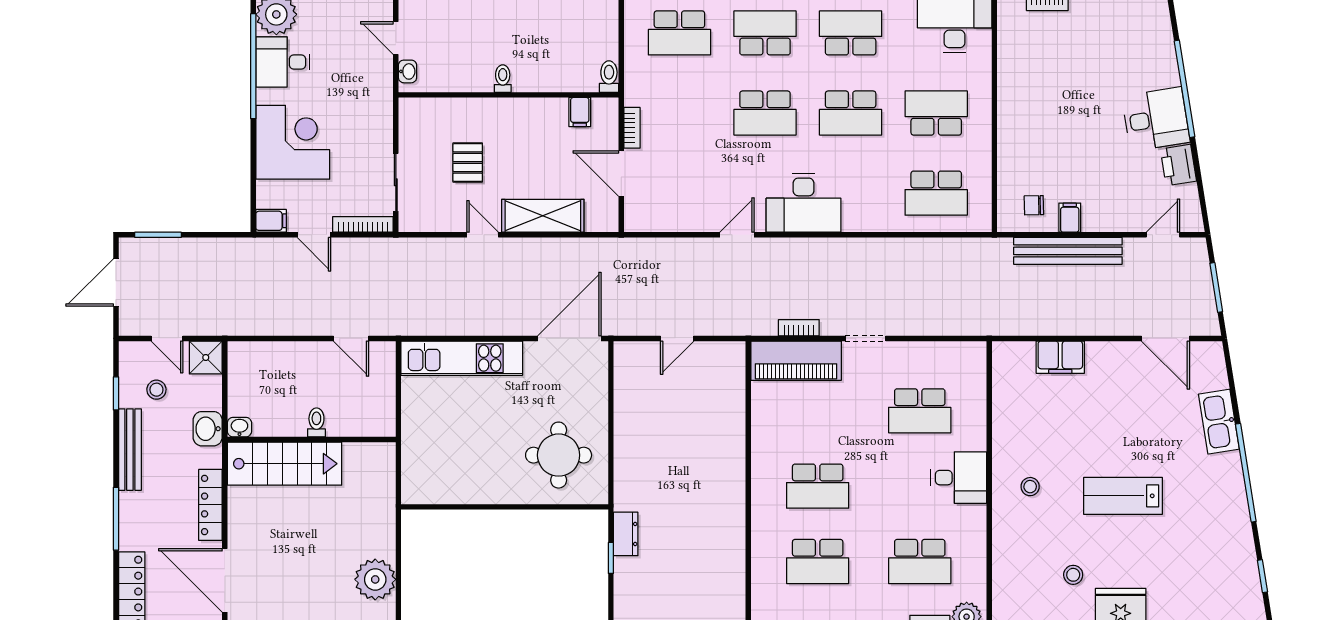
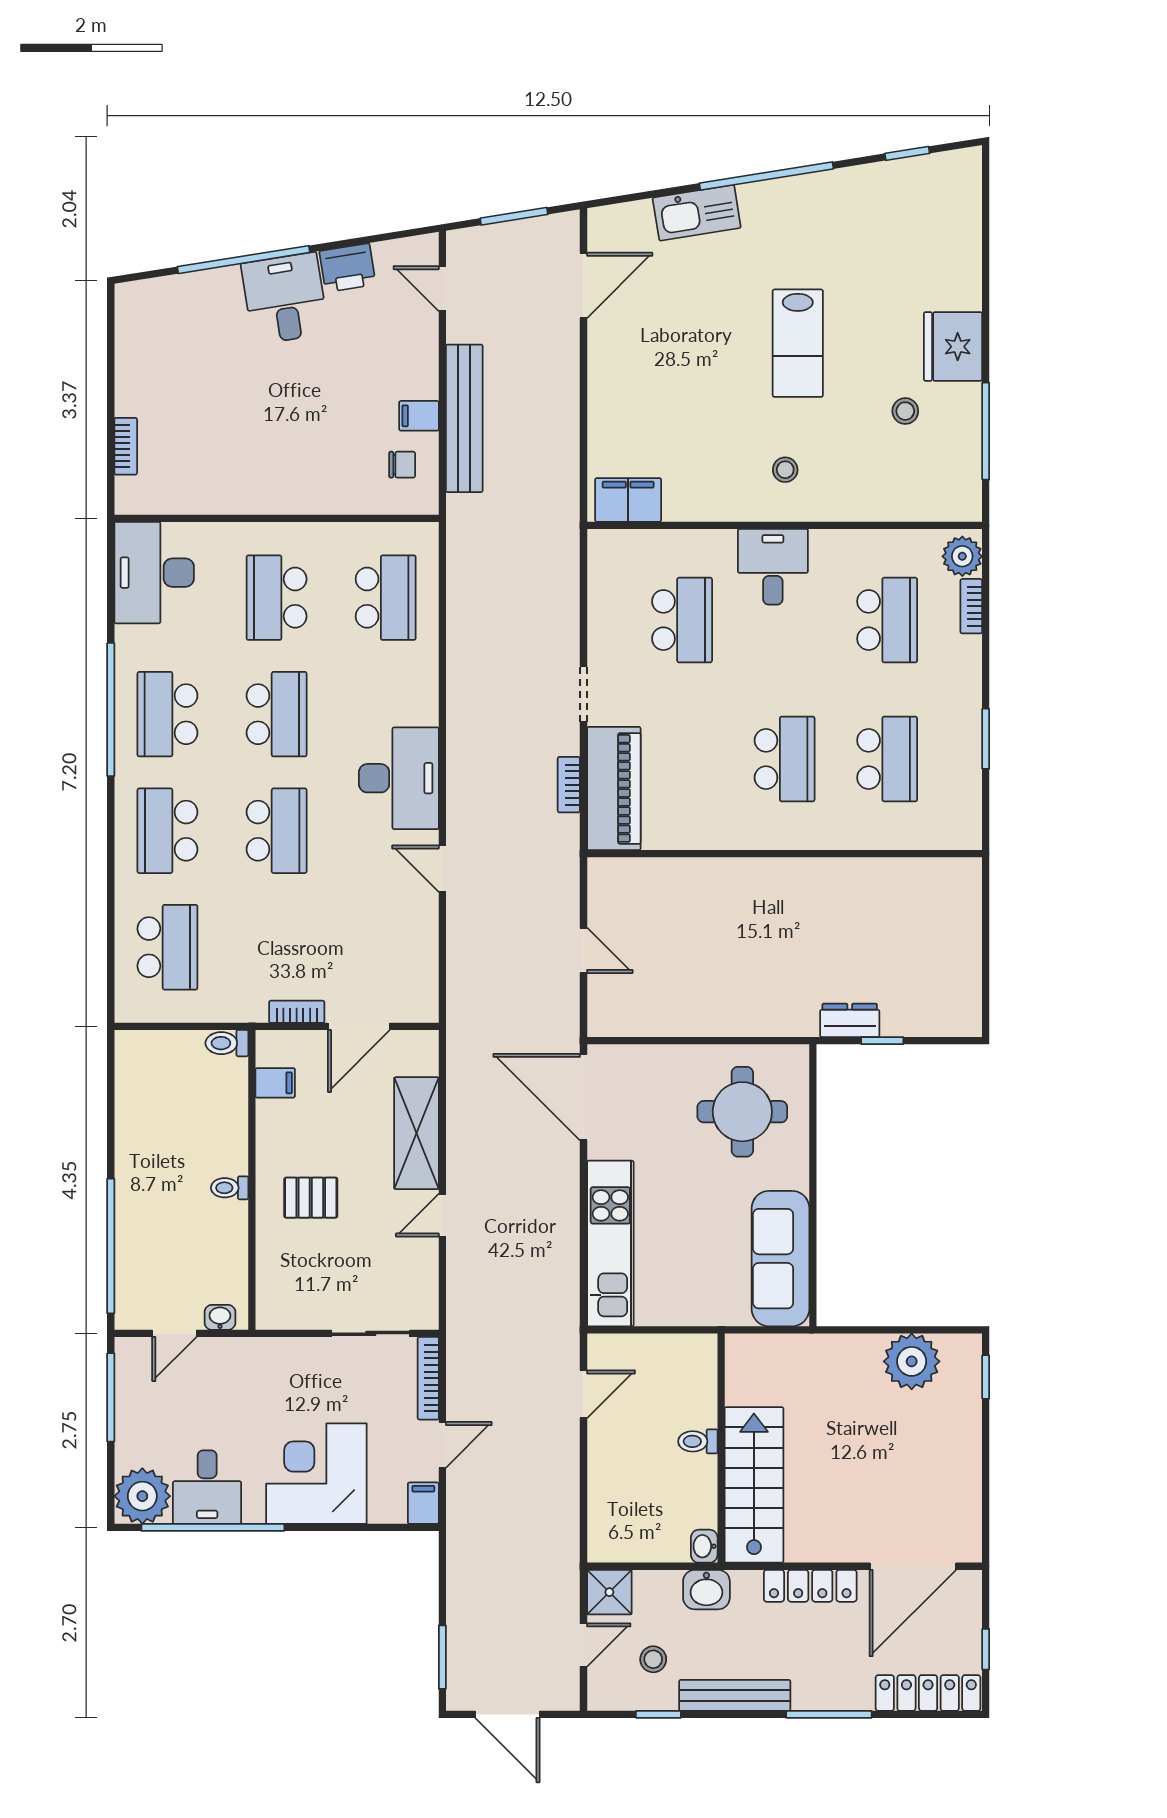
pallet: (468, 162) -> (311, 1198), moved
chair: (1034, 205) -> (402, 465), turned -89
filing cabinet: (1060, 357) -> (628, 500), moved, turned -90
sofa: (451, 483) -> (780, 1259), added

